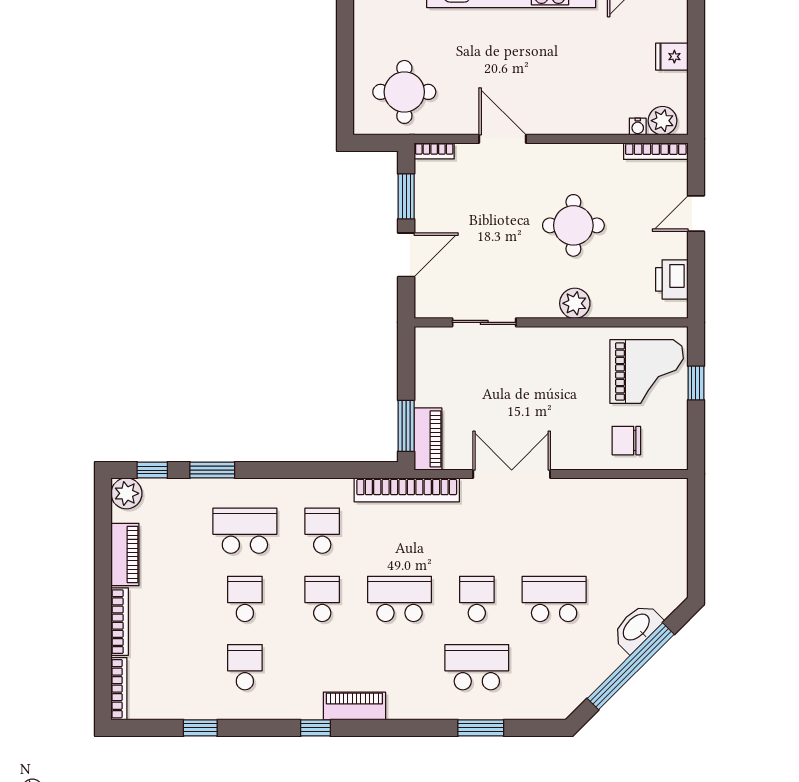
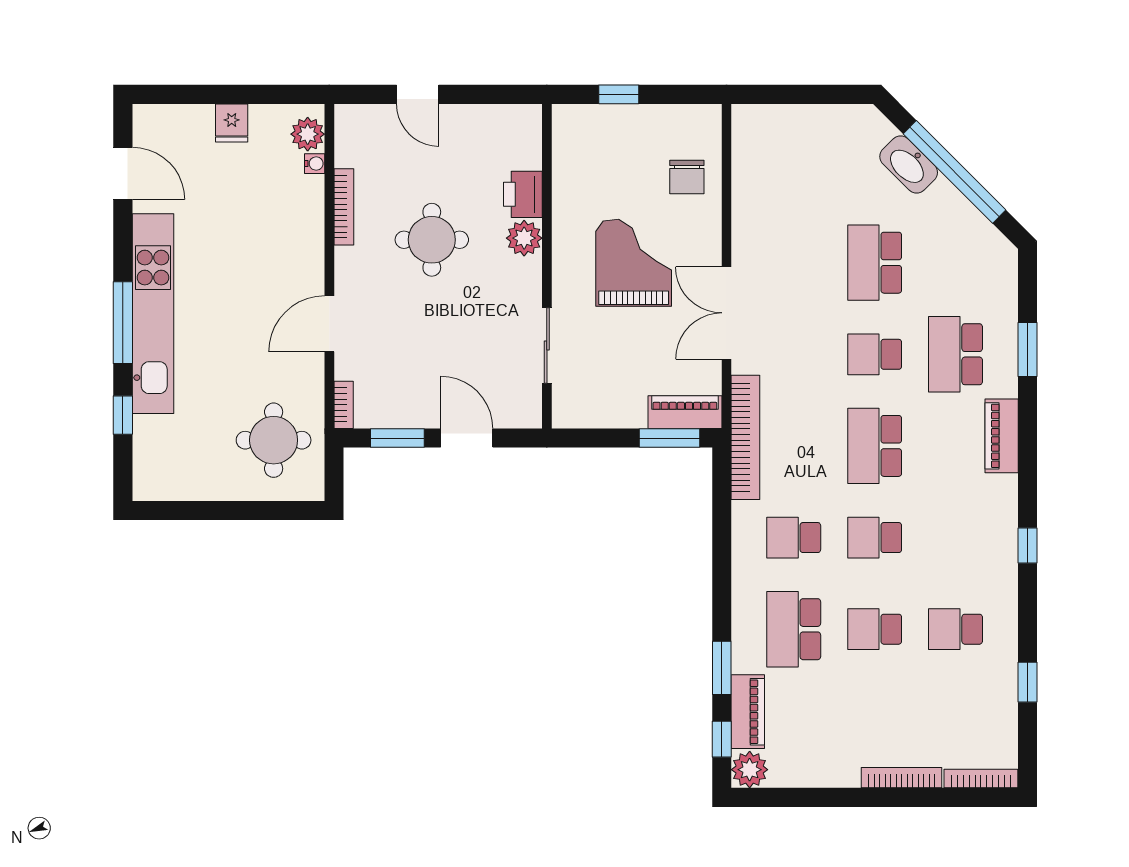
bookcase: (656, 151) -> (344, 207), moved
printer: (672, 279) -> (523, 194), moved, turned 90
grand piano: (647, 371) -> (634, 263), moved
piano: (125, 555) -> (748, 712), moved, turned 90
piano: (354, 706) -> (1002, 436), moved

